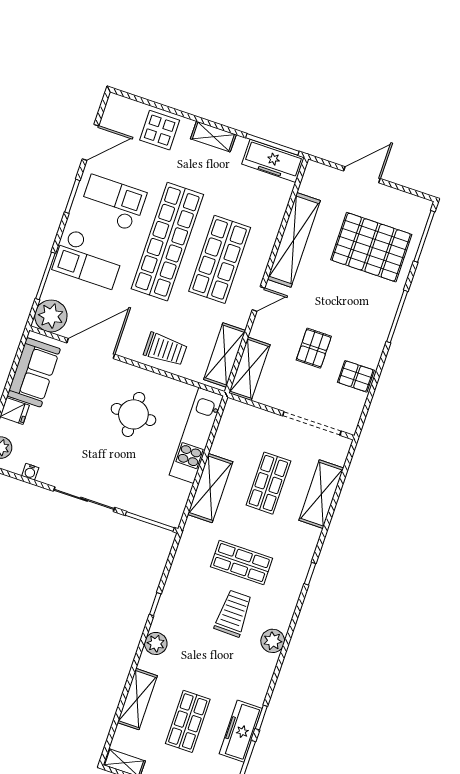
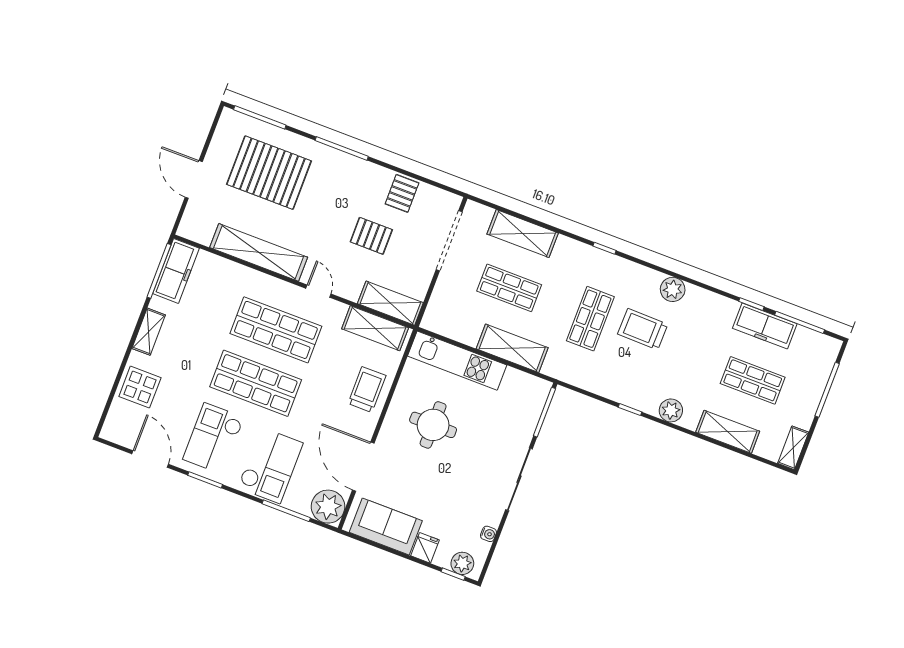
shop shelf: (167, 242) -> (256, 383), width x0.71
pallet: (371, 247) -> (269, 173), turned 90

